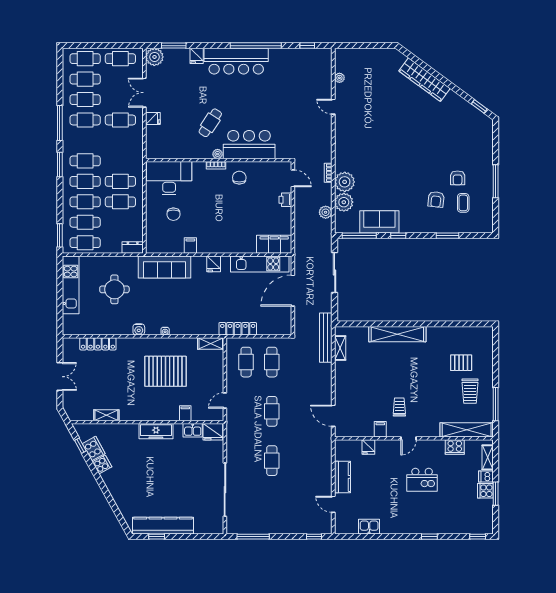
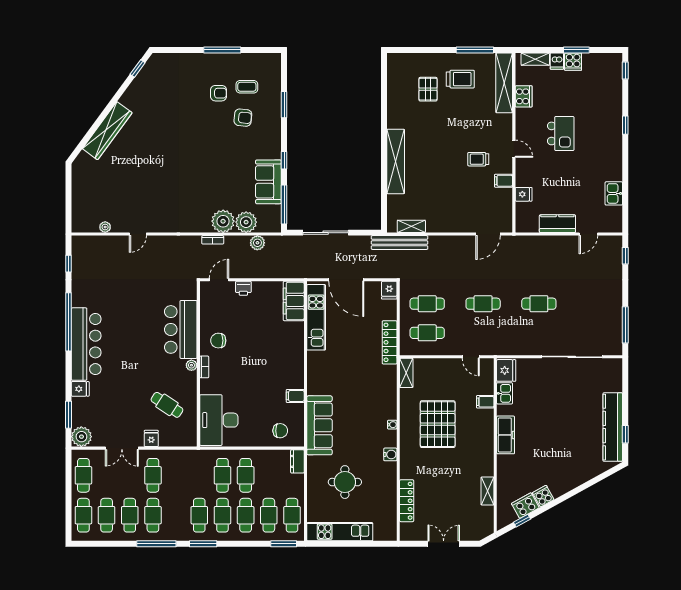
cafe table: (210, 123) -> (167, 405), moved
chair: (173, 214) -> (280, 431), moved
fridge: (214, 264) -> (389, 290), moved, turned 90

